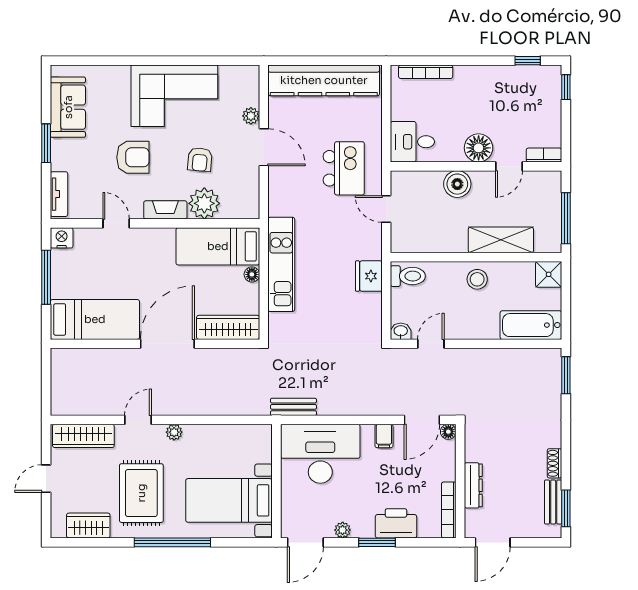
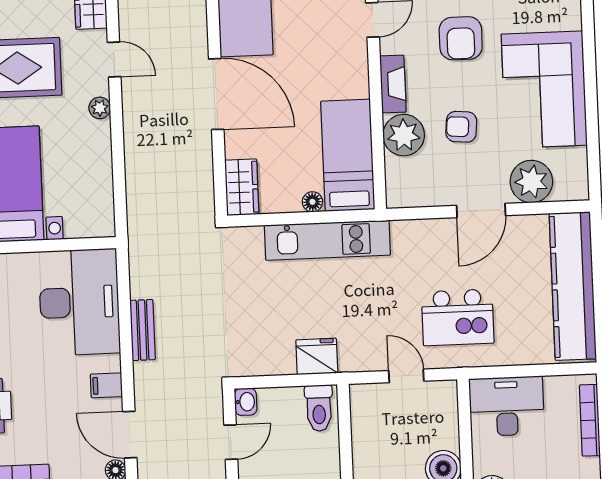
plant: (251, 116) -> (531, 182), width x1.87, depth x1.87
desk: (412, 142) -> (507, 406), width x1.37
door: (386, 209) -> (406, 376), hinge flipped
wardrobe: (228, 327) -> (242, 187), width x0.67
door: (431, 344) -> (231, 442), hinge flipped
bench: (293, 407) -> (143, 330), moved

